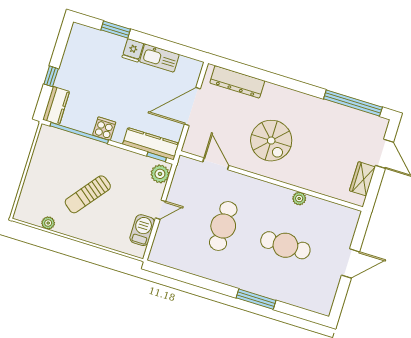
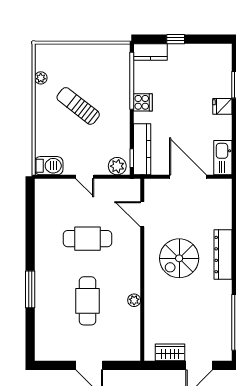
kitchen sink: (159, 58) -> (223, 158), moved
dresser: (237, 82) -> (223, 255), moved
door: (216, 164) -> (142, 214), swing flipped
barbecue: (142, 230) -> (49, 166), moved

